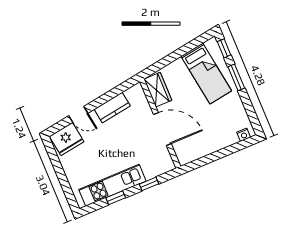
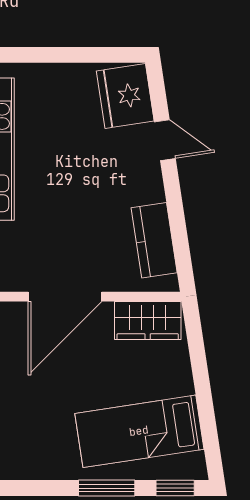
kitchen counter: (112, 108) -> (154, 240), moved
door: (78, 114) -> (165, 140), swing flipped

